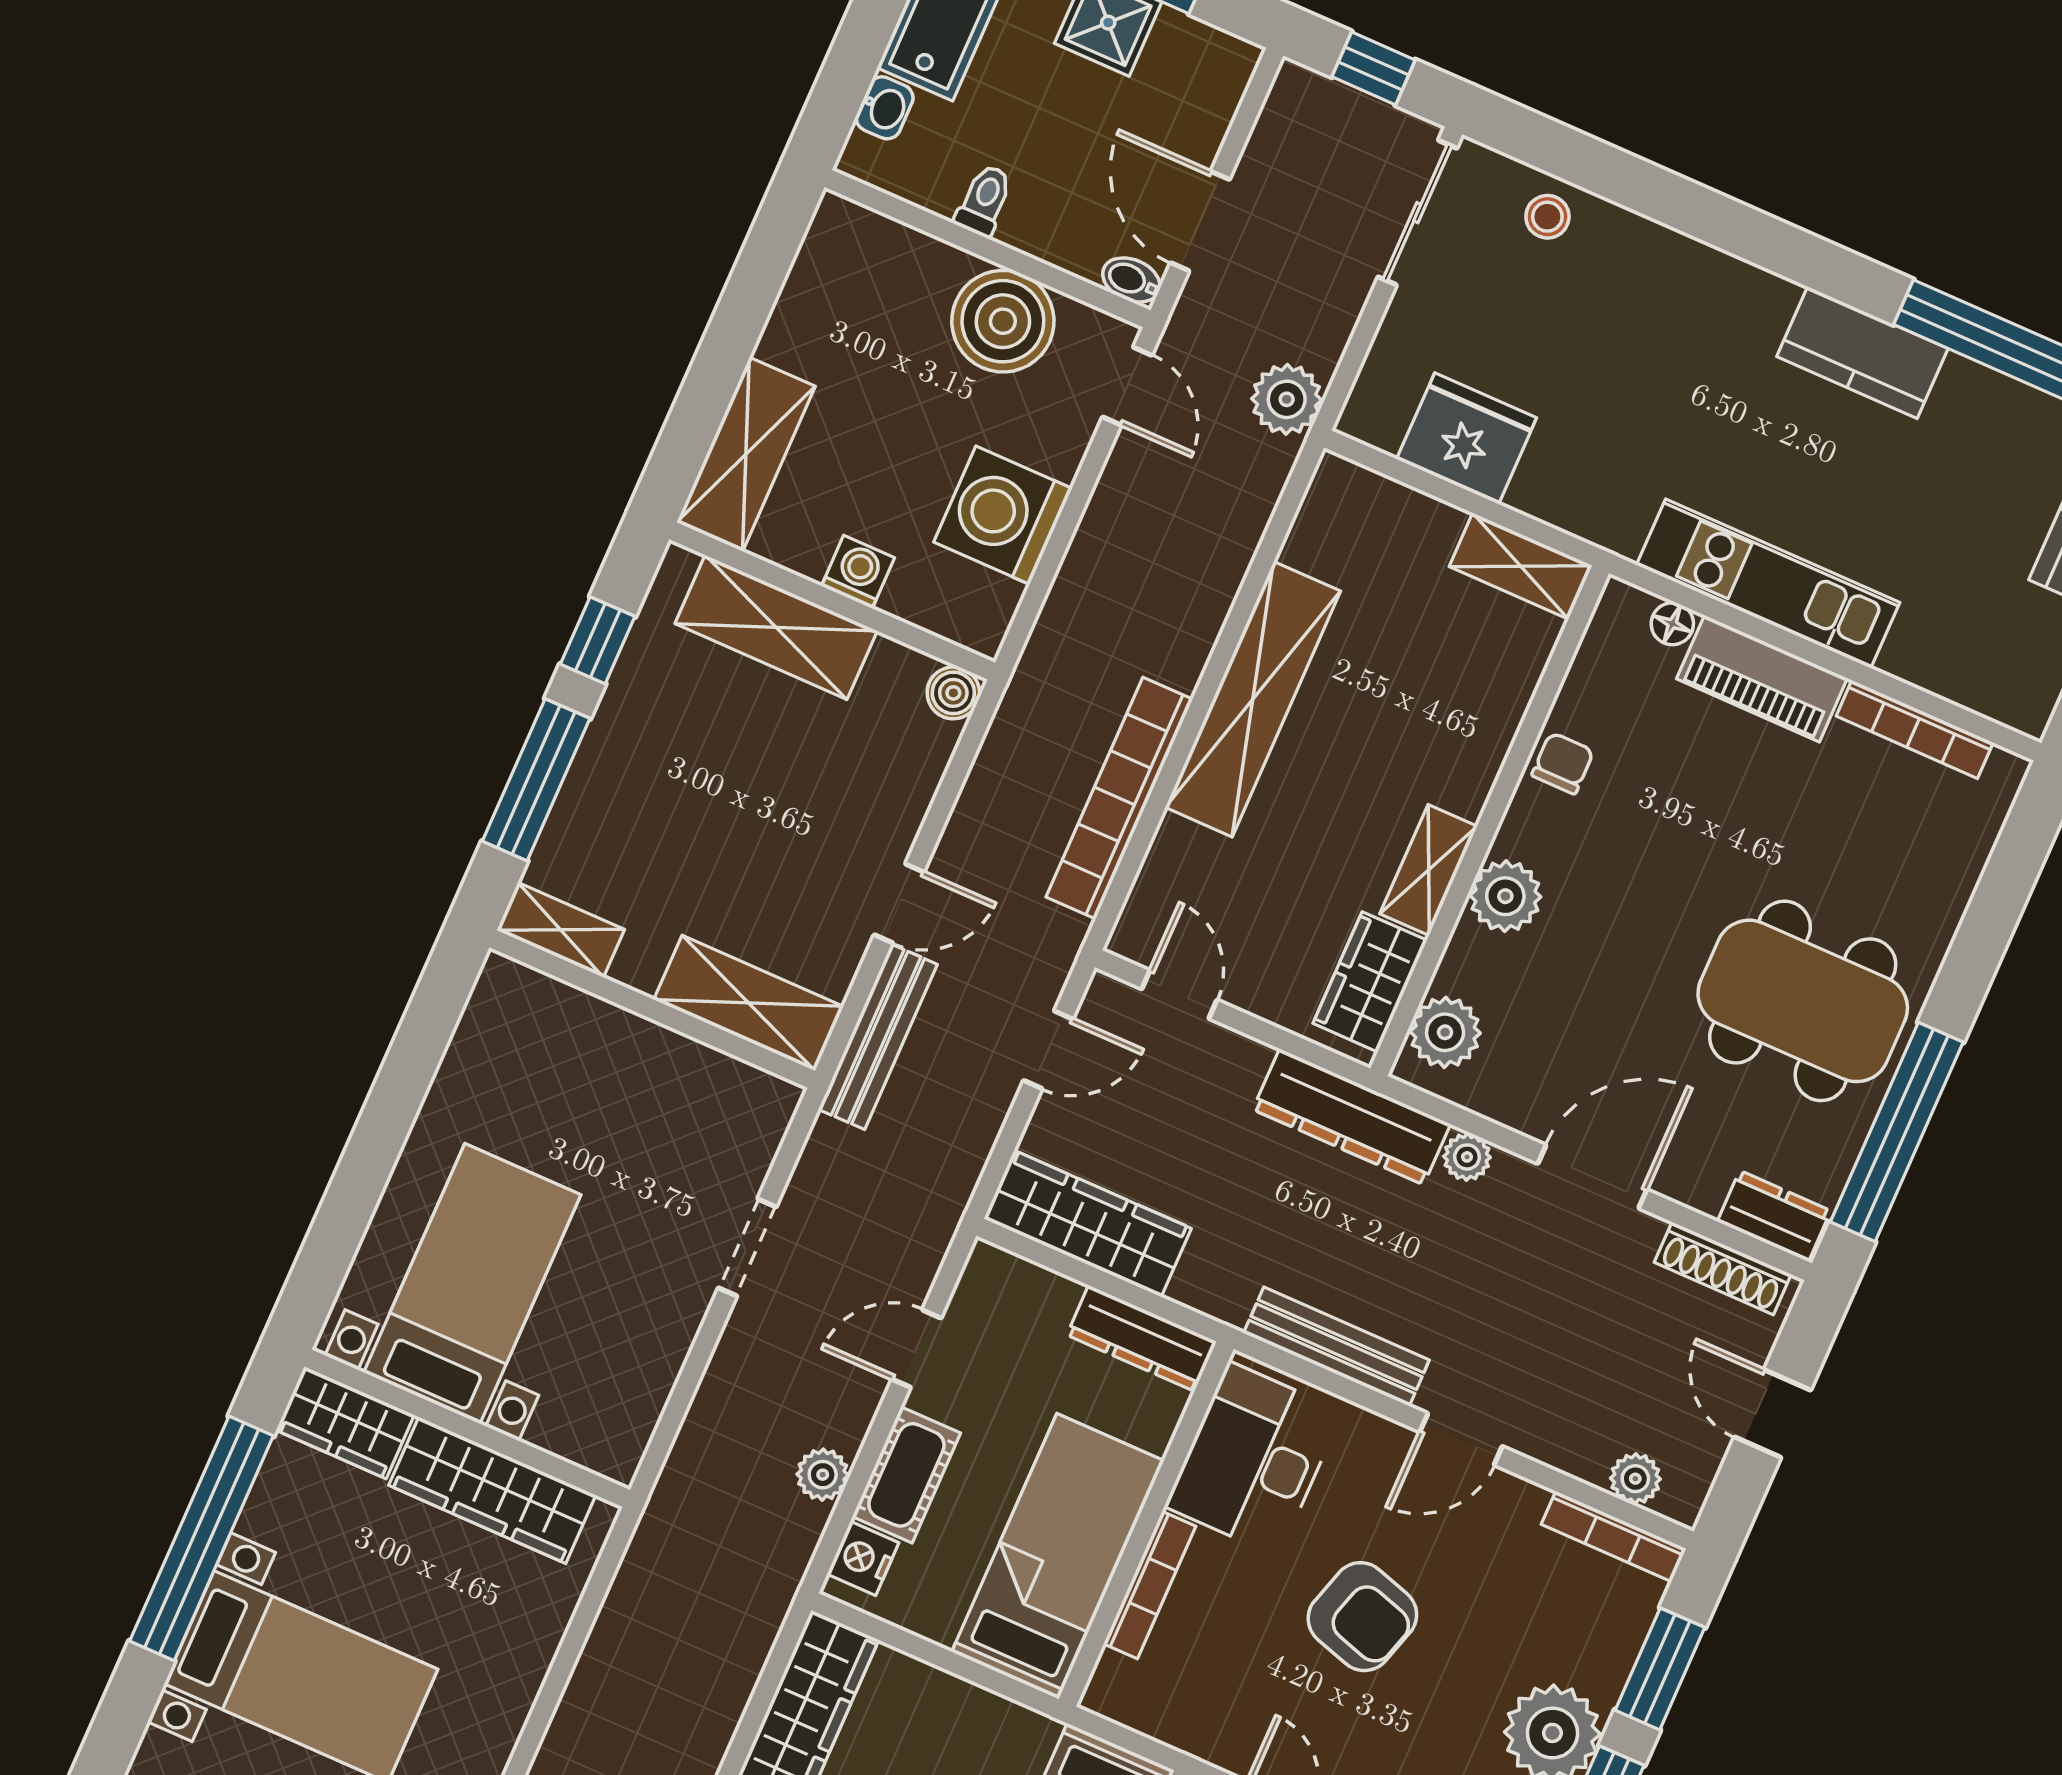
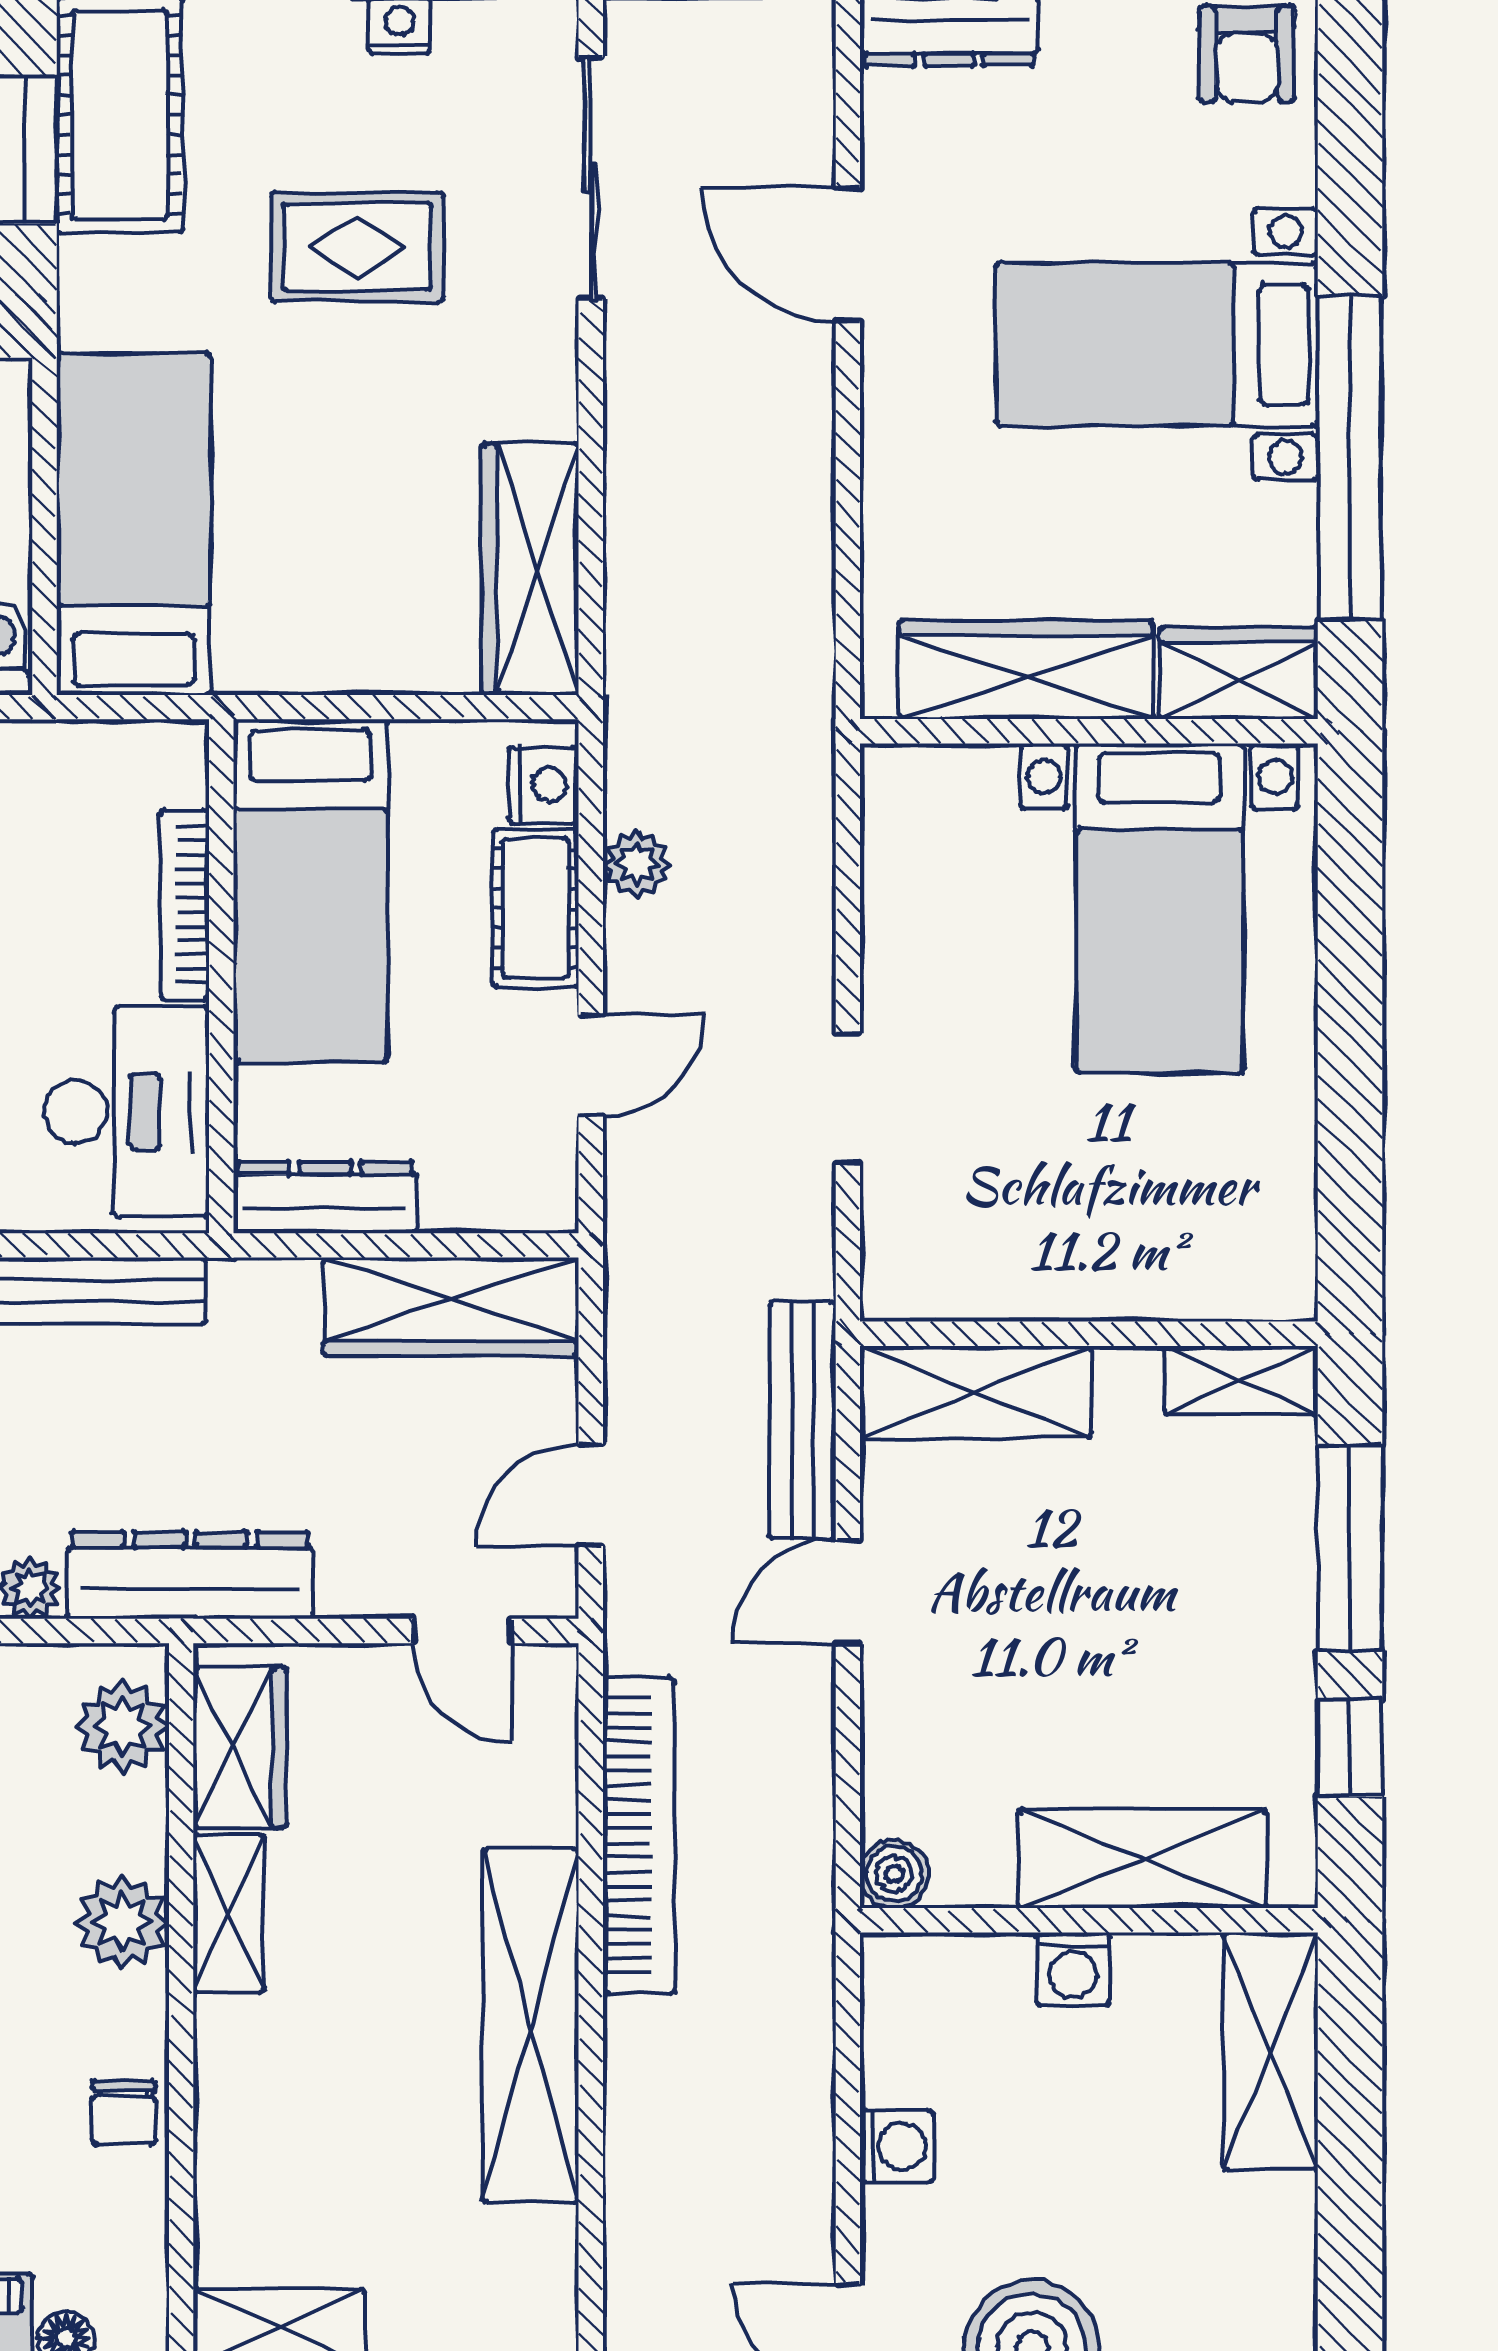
washing machine: (1003, 515) -> (896, 2146), width x0.53, depth x0.53

